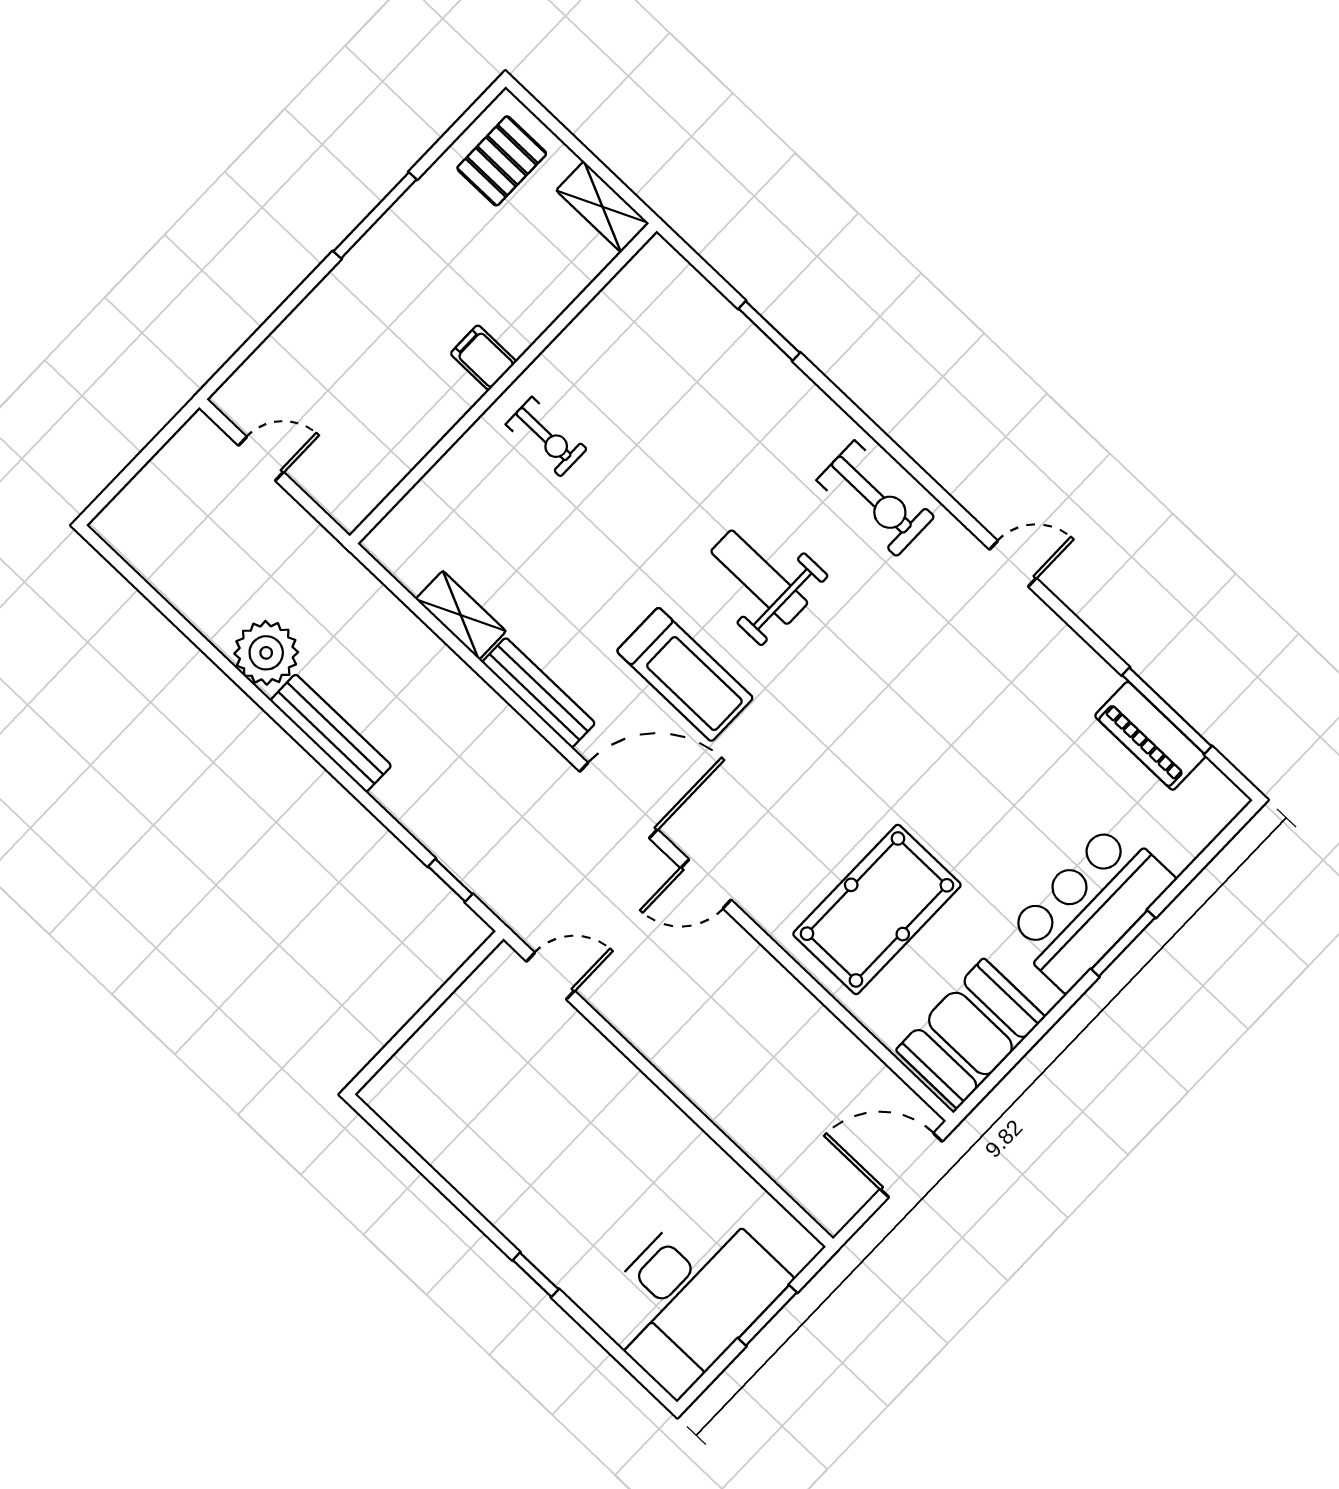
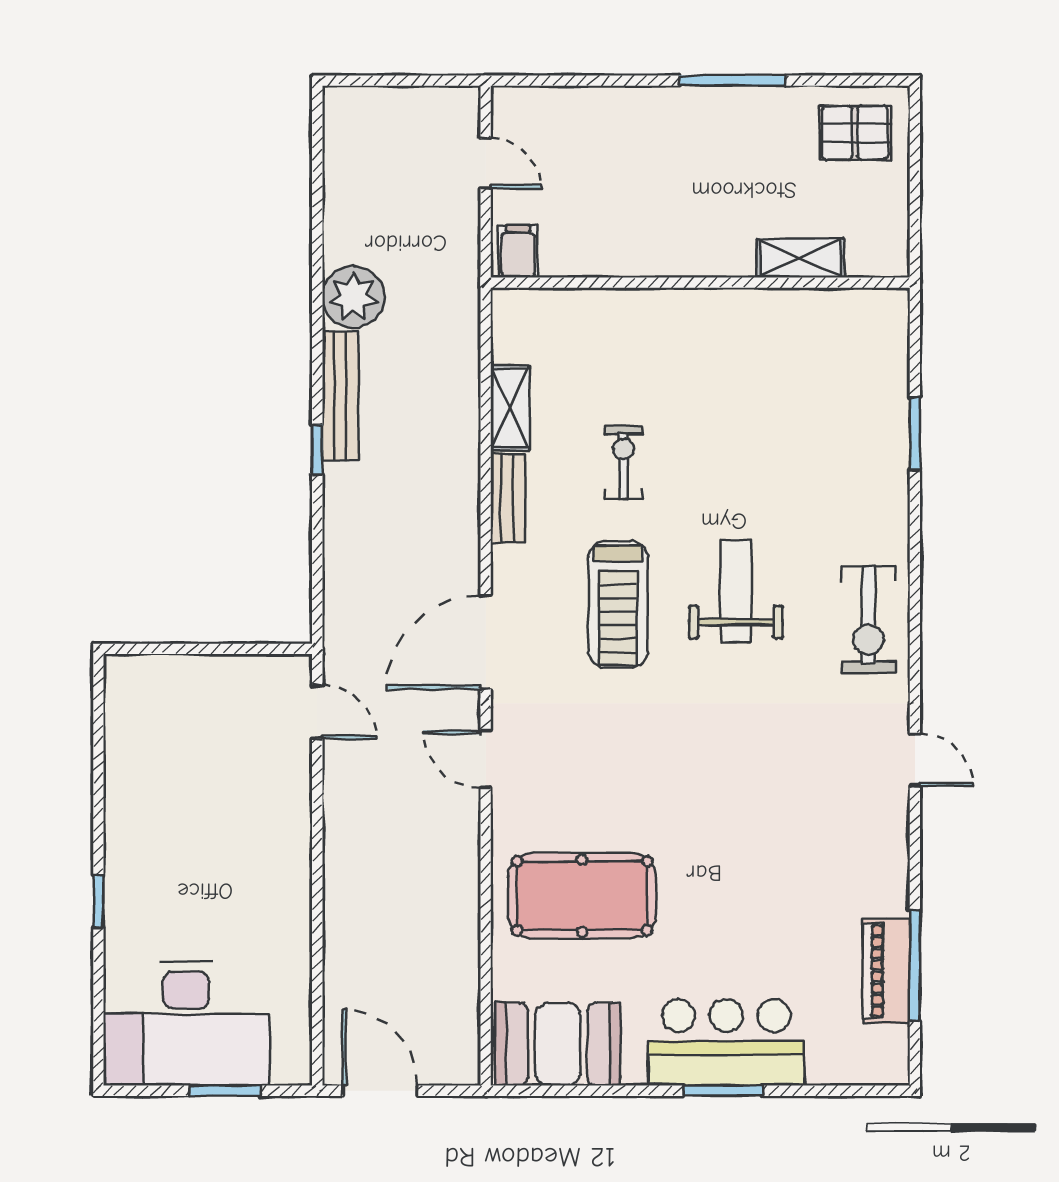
shelving: (602, 207) -> (800, 258), moved, turned 90
filing cabinet: (483, 358) -> (518, 251), moved
exercise bike: (546, 437) -> (623, 462), moved, turned 180
bench: (539, 693) -> (507, 498), width x0.73
door: (619, 800) -> (486, 642), swing flipped
window: (450, 880) -> (317, 450), moved
door: (911, 1165) -> (380, 1091), moved

